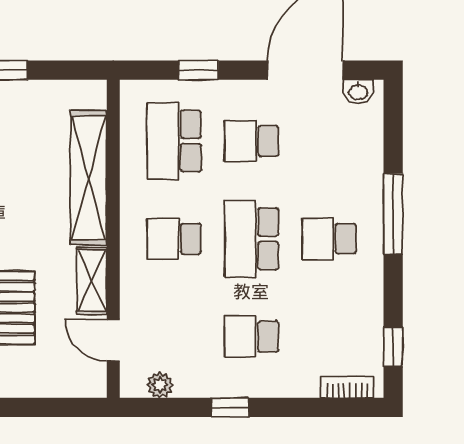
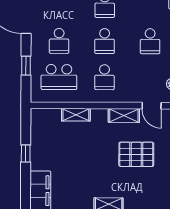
shelving: (89, 178) -> (76, 115), width x0.45, depth x0.75
school desk: (252, 239) -> (105, 41), width x0.54
door: (113, 340) -> (152, 106), hinge flipped

